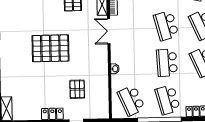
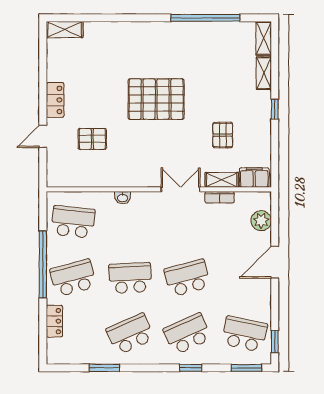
pallet: (50, 48) -> (156, 99), turned 90
school desk: (131, 101) -> (73, 222), turned 30

